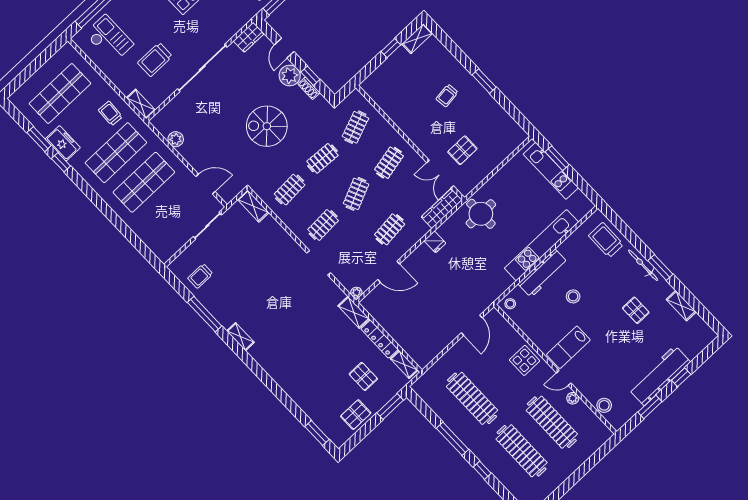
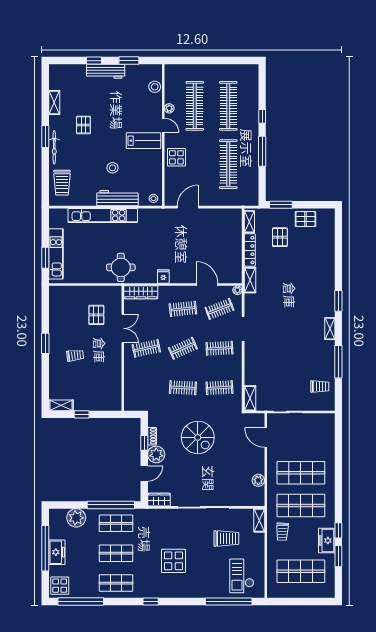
clothes rail: (355, 127) -> (219, 309), moved
pallet: (462, 150) -> (96, 315), turned 90
double door: (440, 174) -> (123, 328), moved
workbench: (659, 376) -> (106, 71), width x0.73, depth x0.76
window: (317, 433) -> (338, 301), moved

